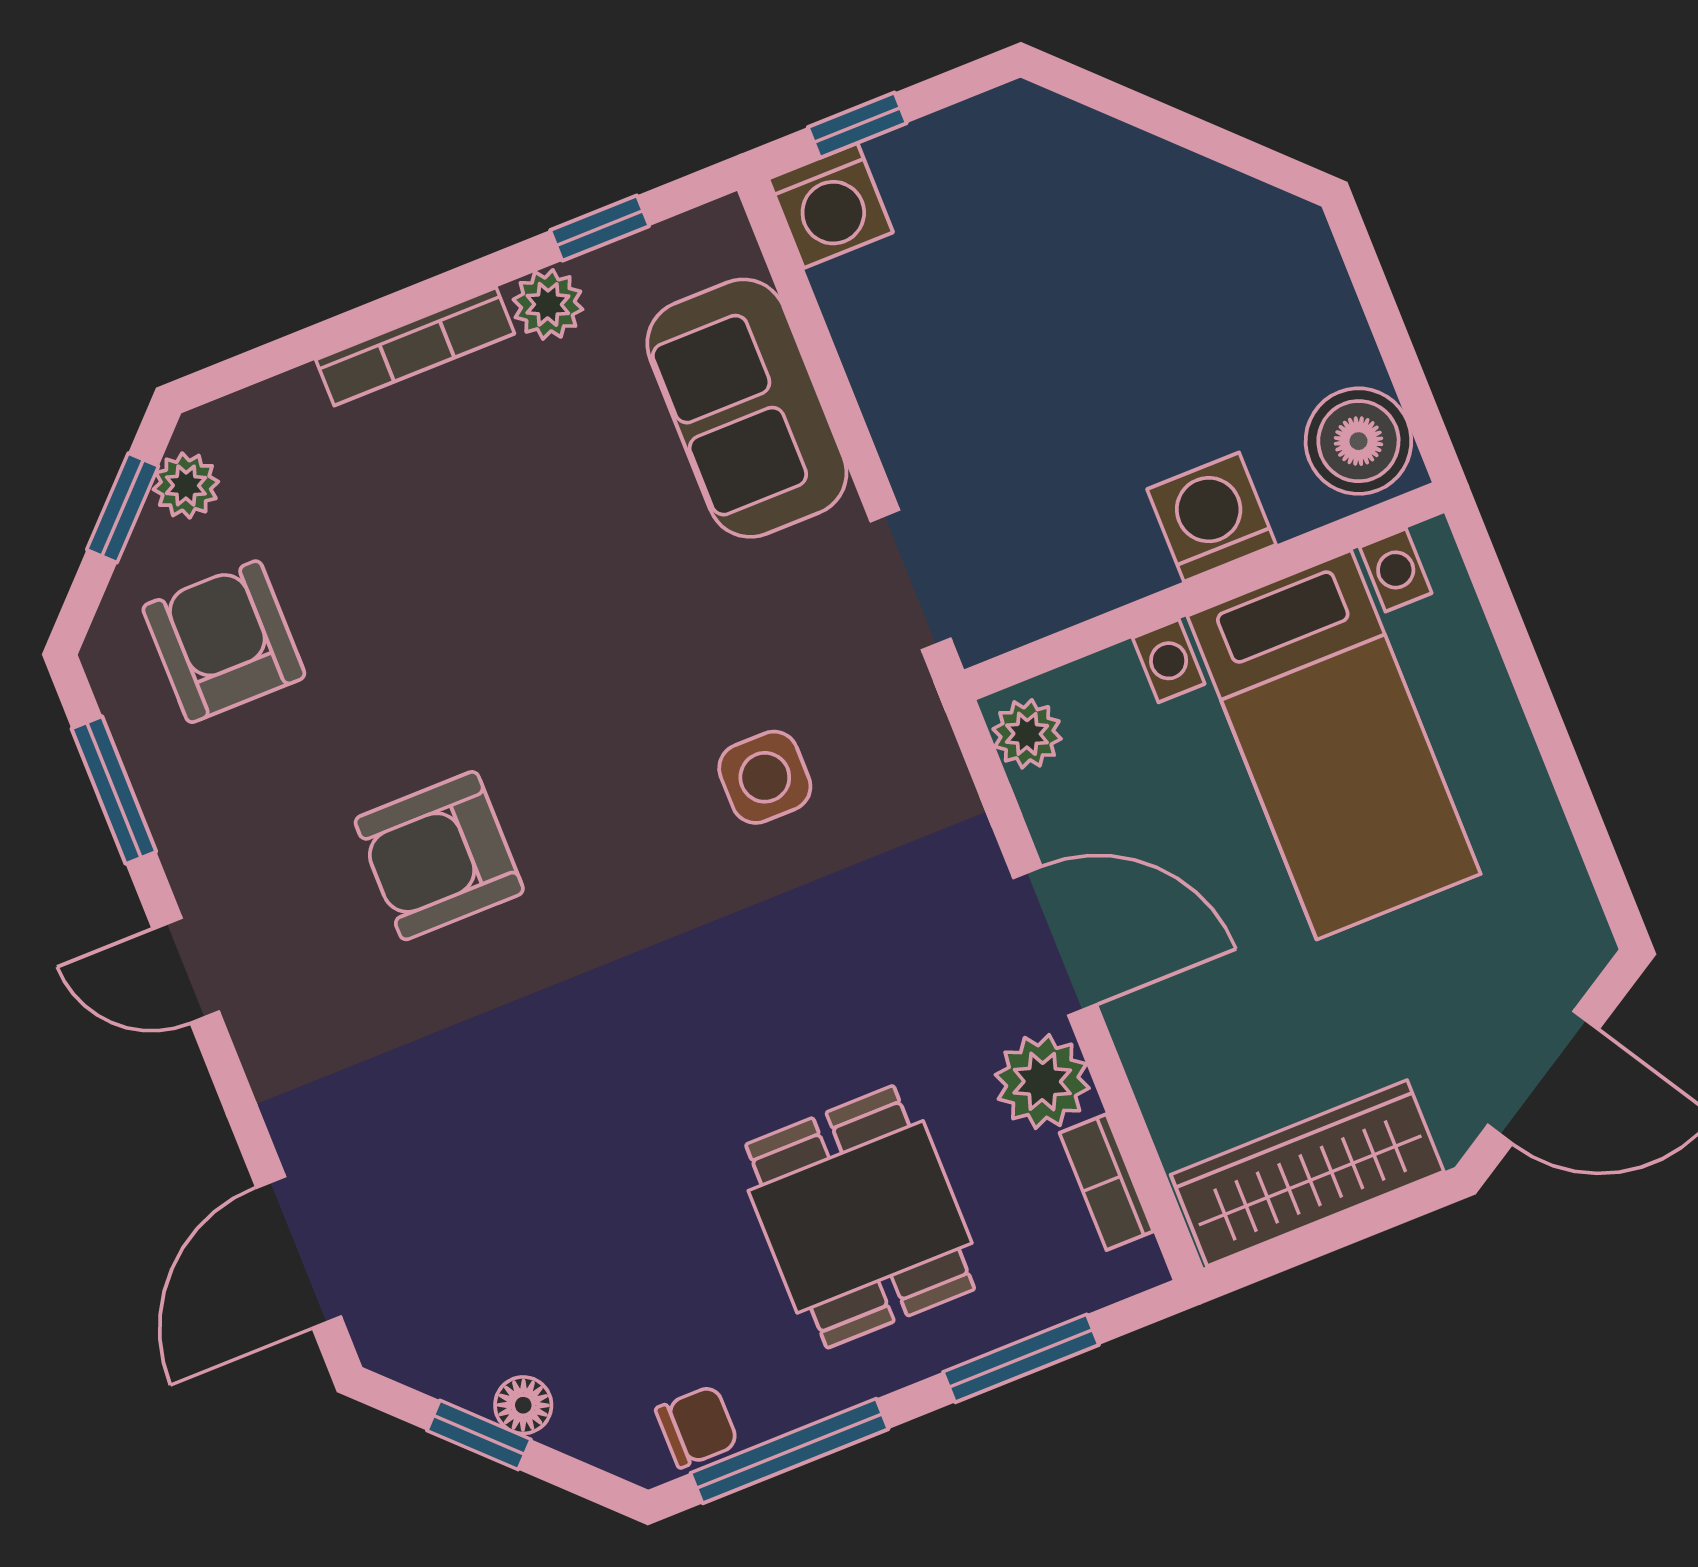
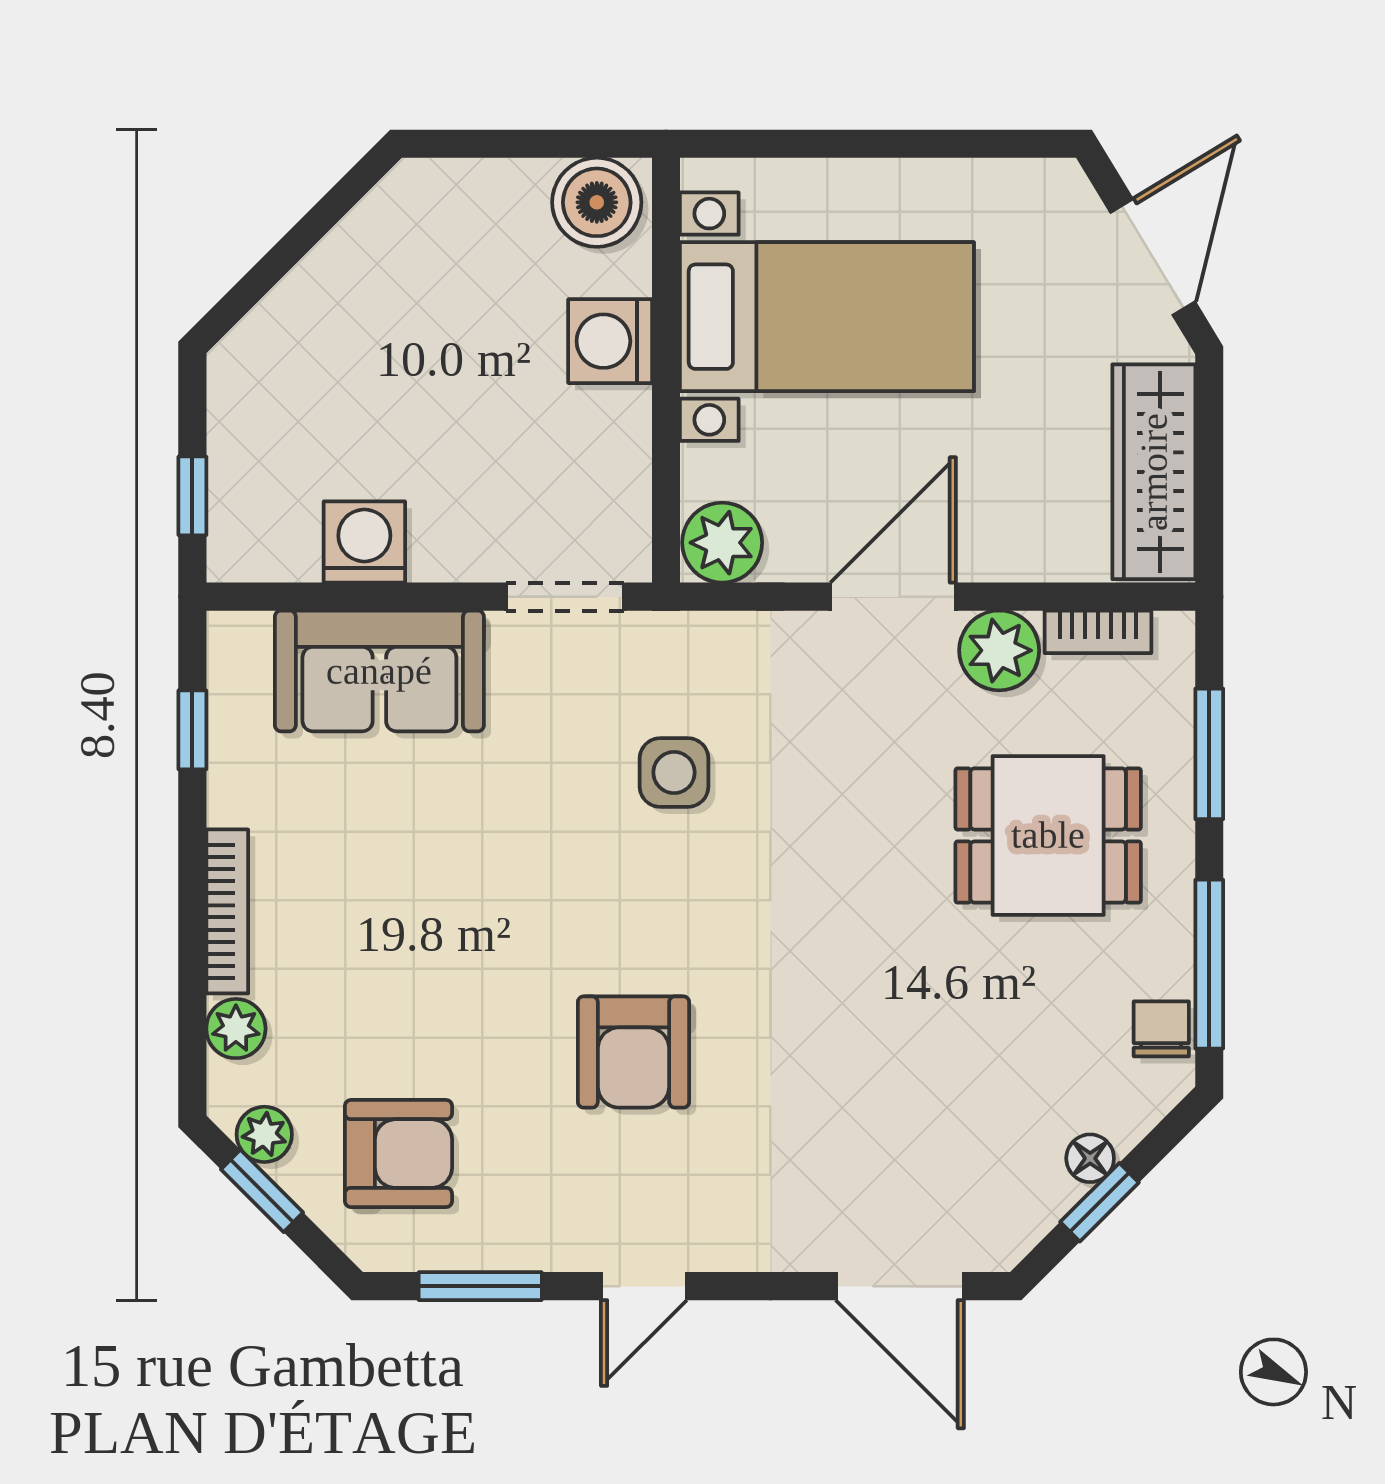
washing machine: (830, 205) -> (364, 542), moved, turned -90
plant: (548, 304) -> (236, 1029), moved
armchair: (224, 642) -> (398, 1154), turned 180
plant: (1027, 734) -> (722, 543), width x1.38, depth x1.38

